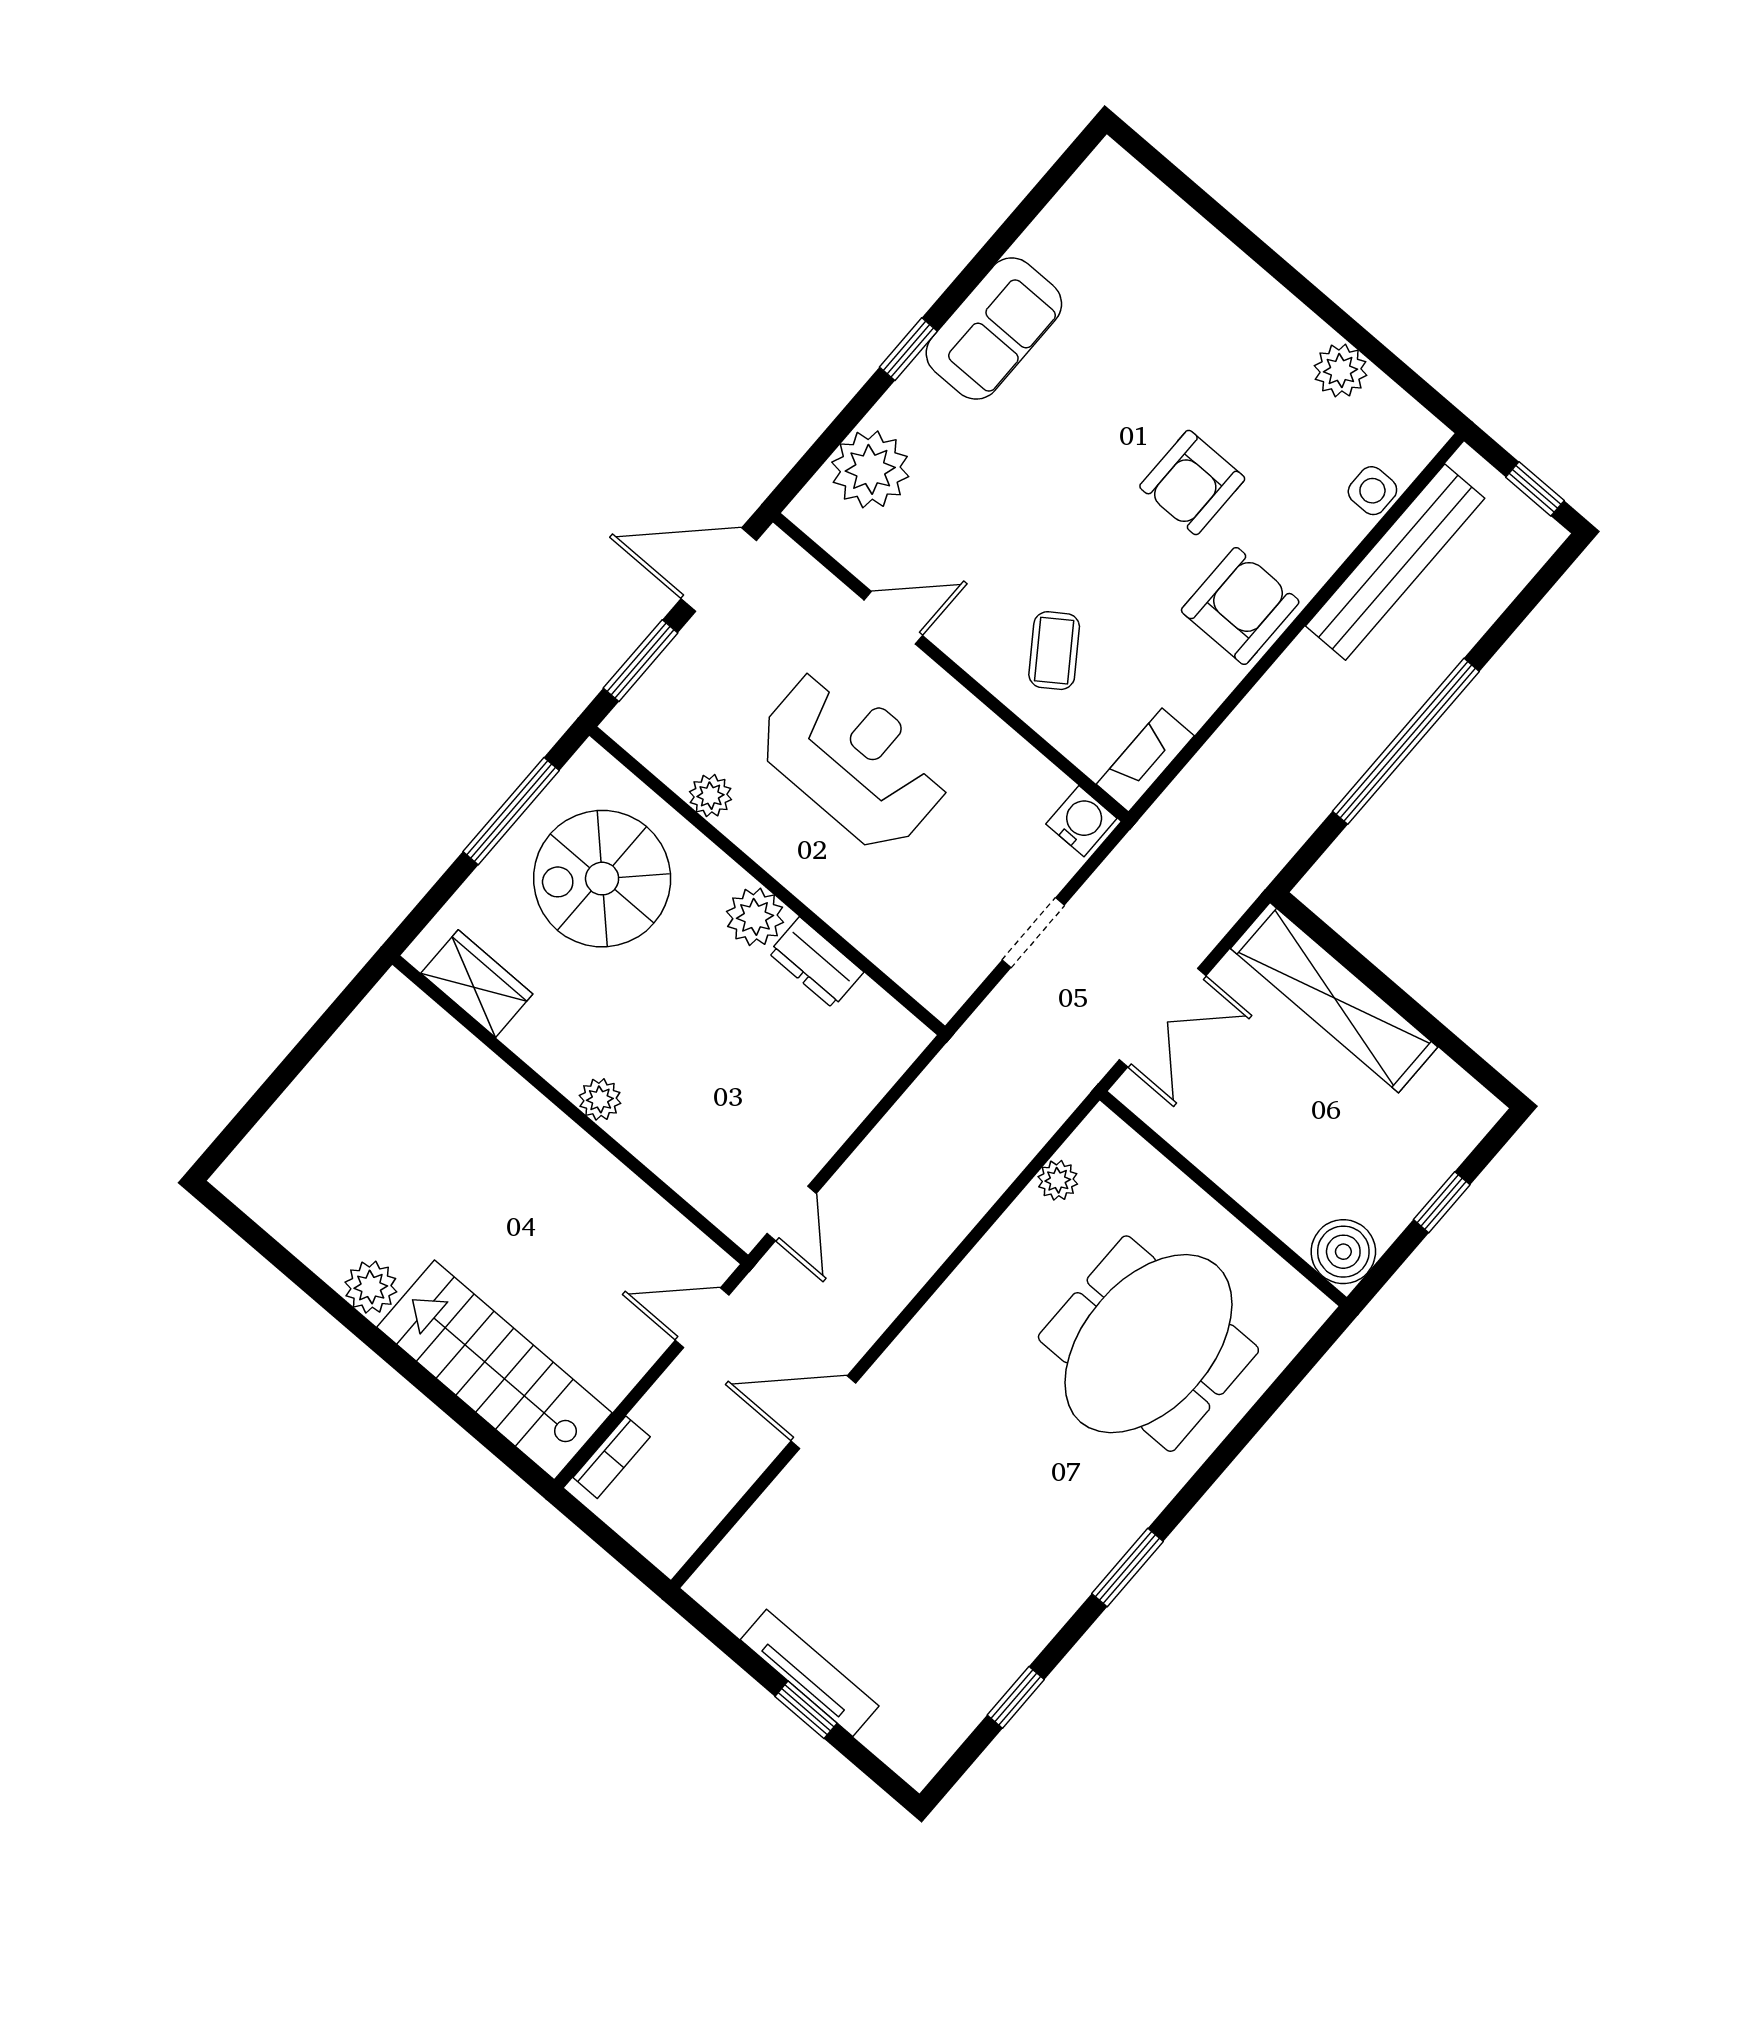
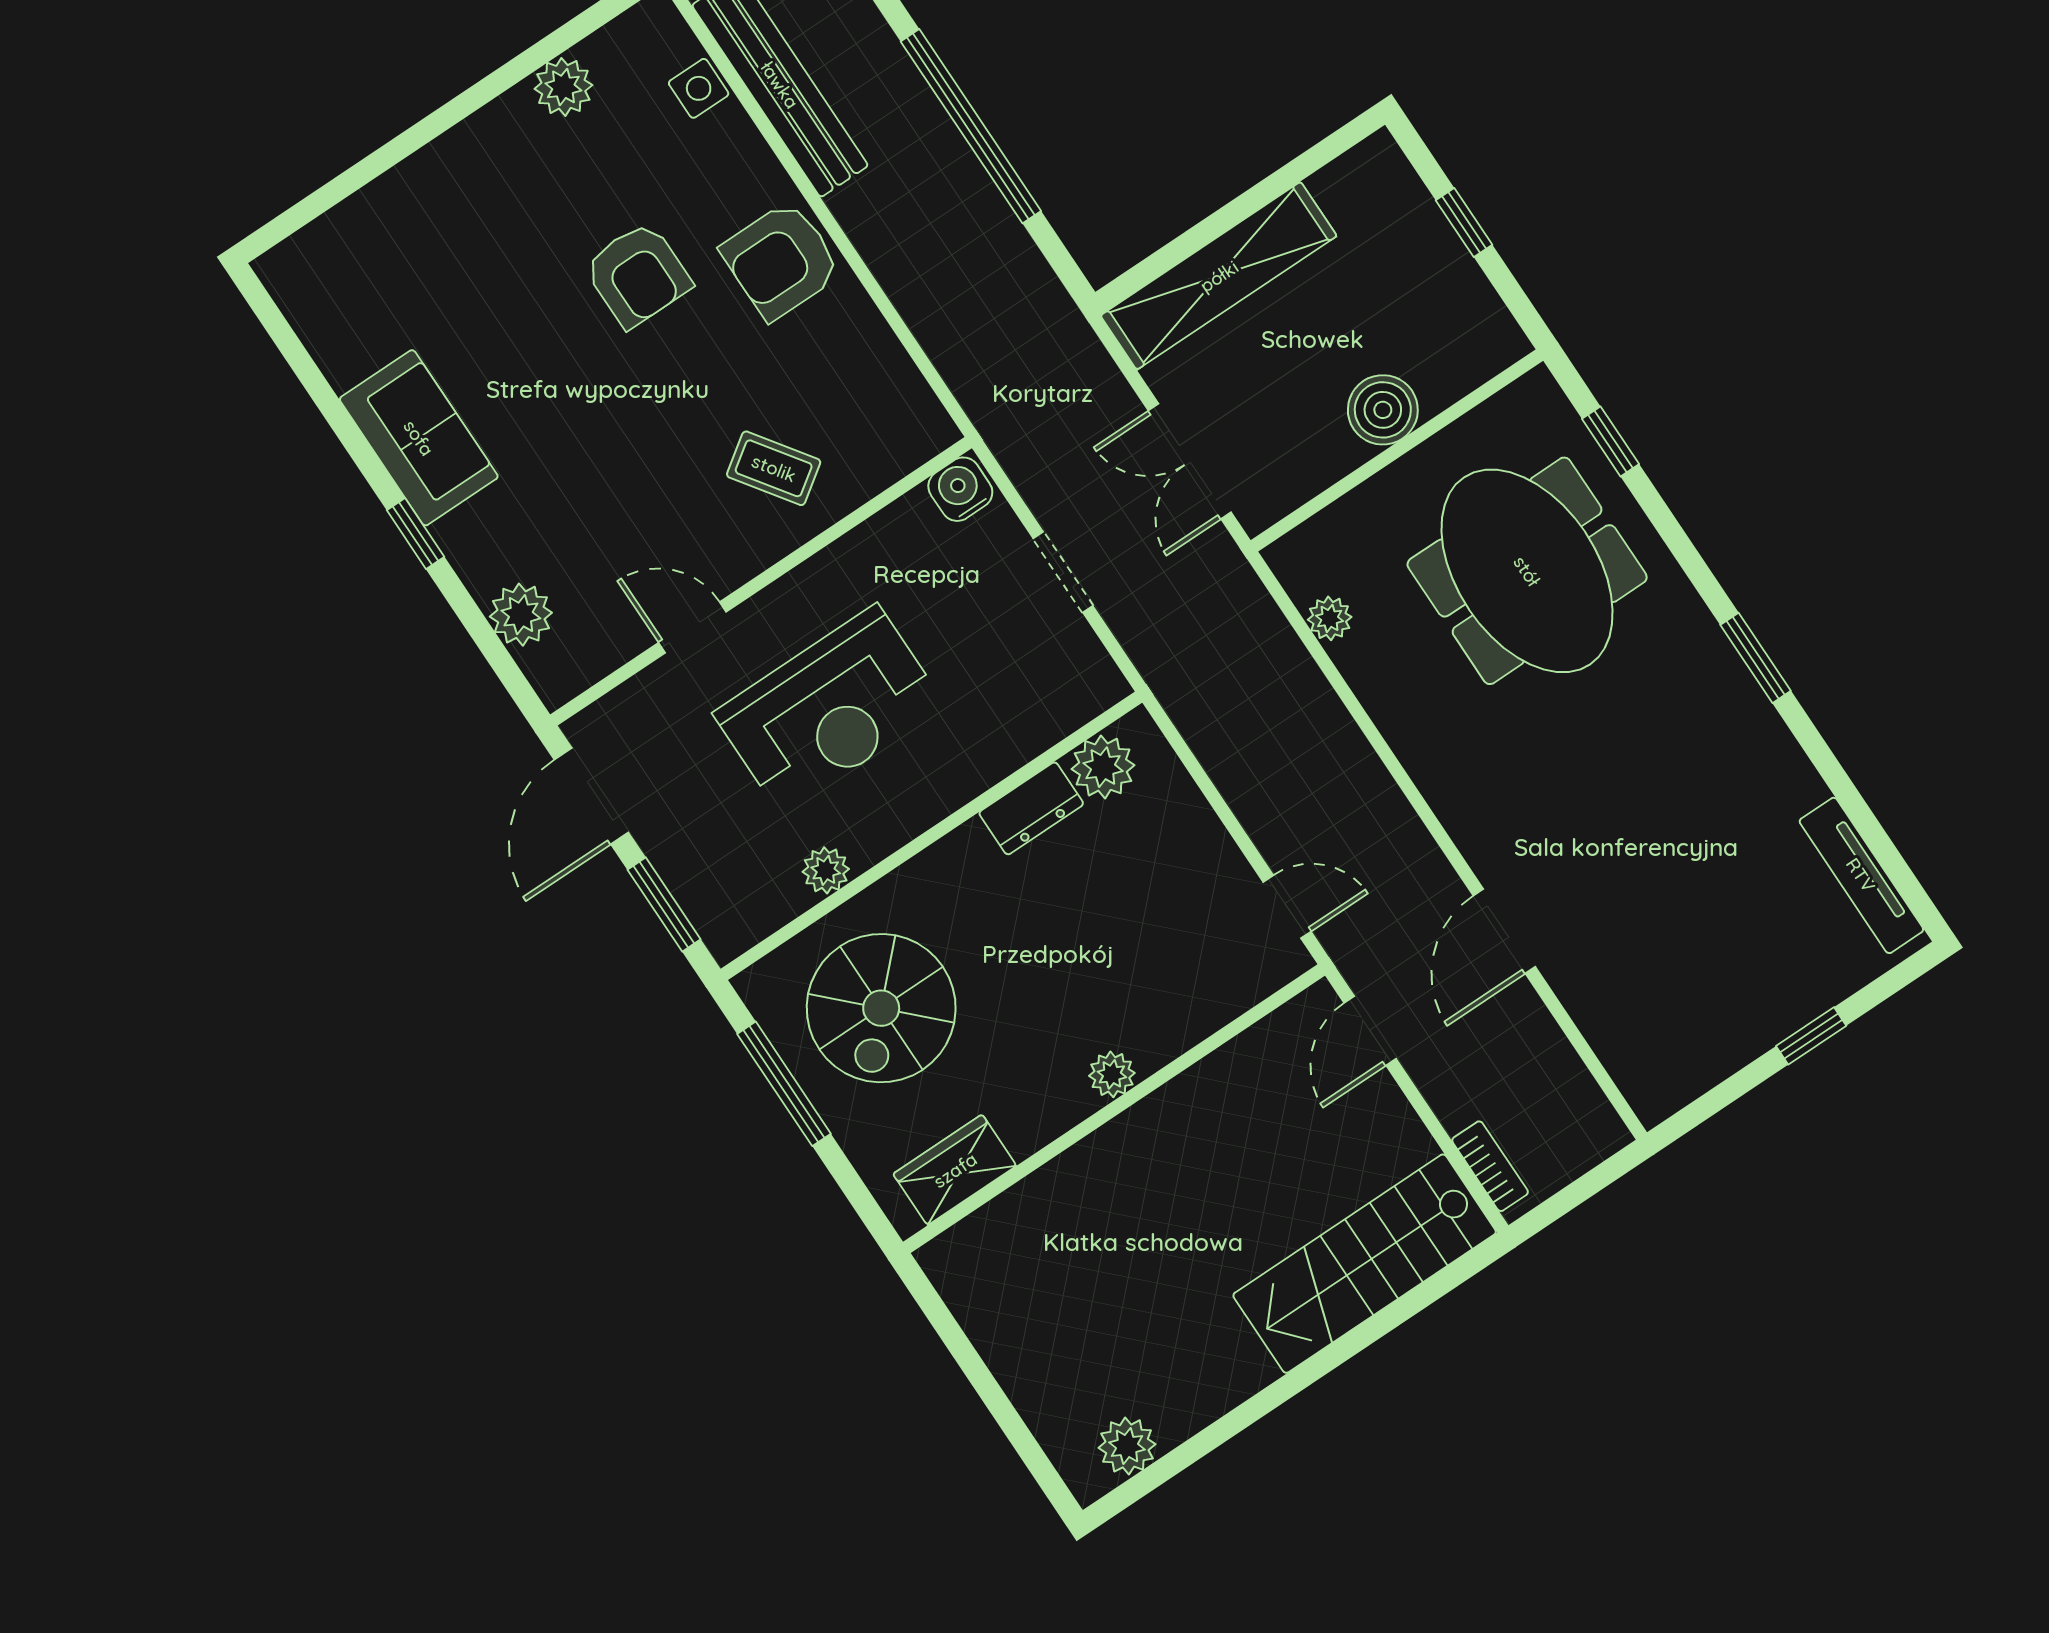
plant: (870, 469) -> (521, 615), width x0.73, depth x0.73
armchair: (1240, 606) -> (781, 260), turned -90
door: (893, 618) -> (692, 627), hinge flipped
reception desk: (854, 759) -> (829, 710), turned 180
fireplace: (1145, 760) -> (915, 405), removed
plant: (755, 917) -> (1103, 767), moved
double door: (1163, 1018) -> (1190, 461), swing flipped
boiler: (1343, 1252) -> (1383, 410), moved
plant: (371, 1287) -> (1127, 1446), moved
tv unit: (810, 1673) -> (1861, 875), moved, turned -90
window: (1016, 1697) -> (1611, 441), moved

